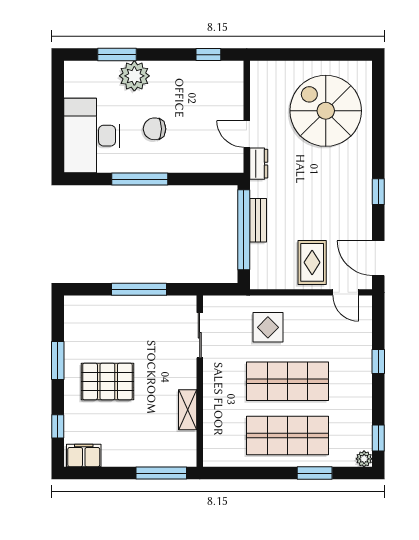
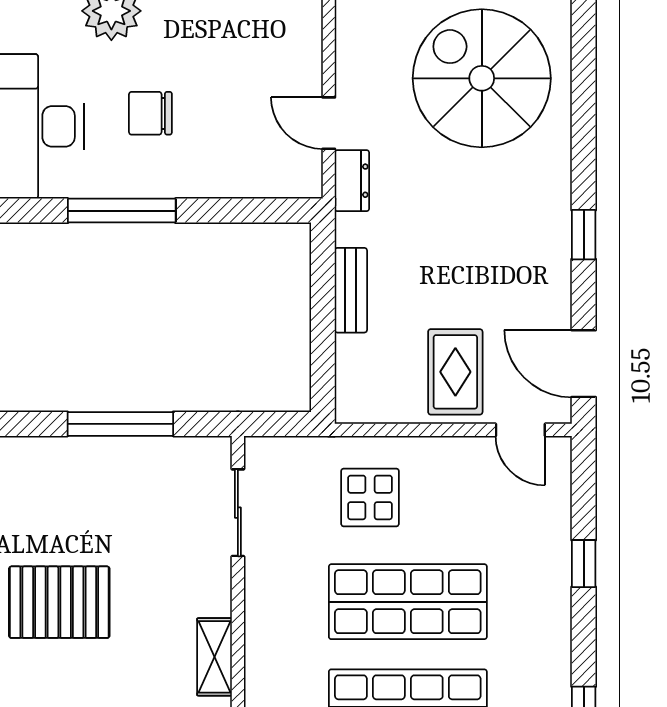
window: (244, 230) -> (323, 309), removed

